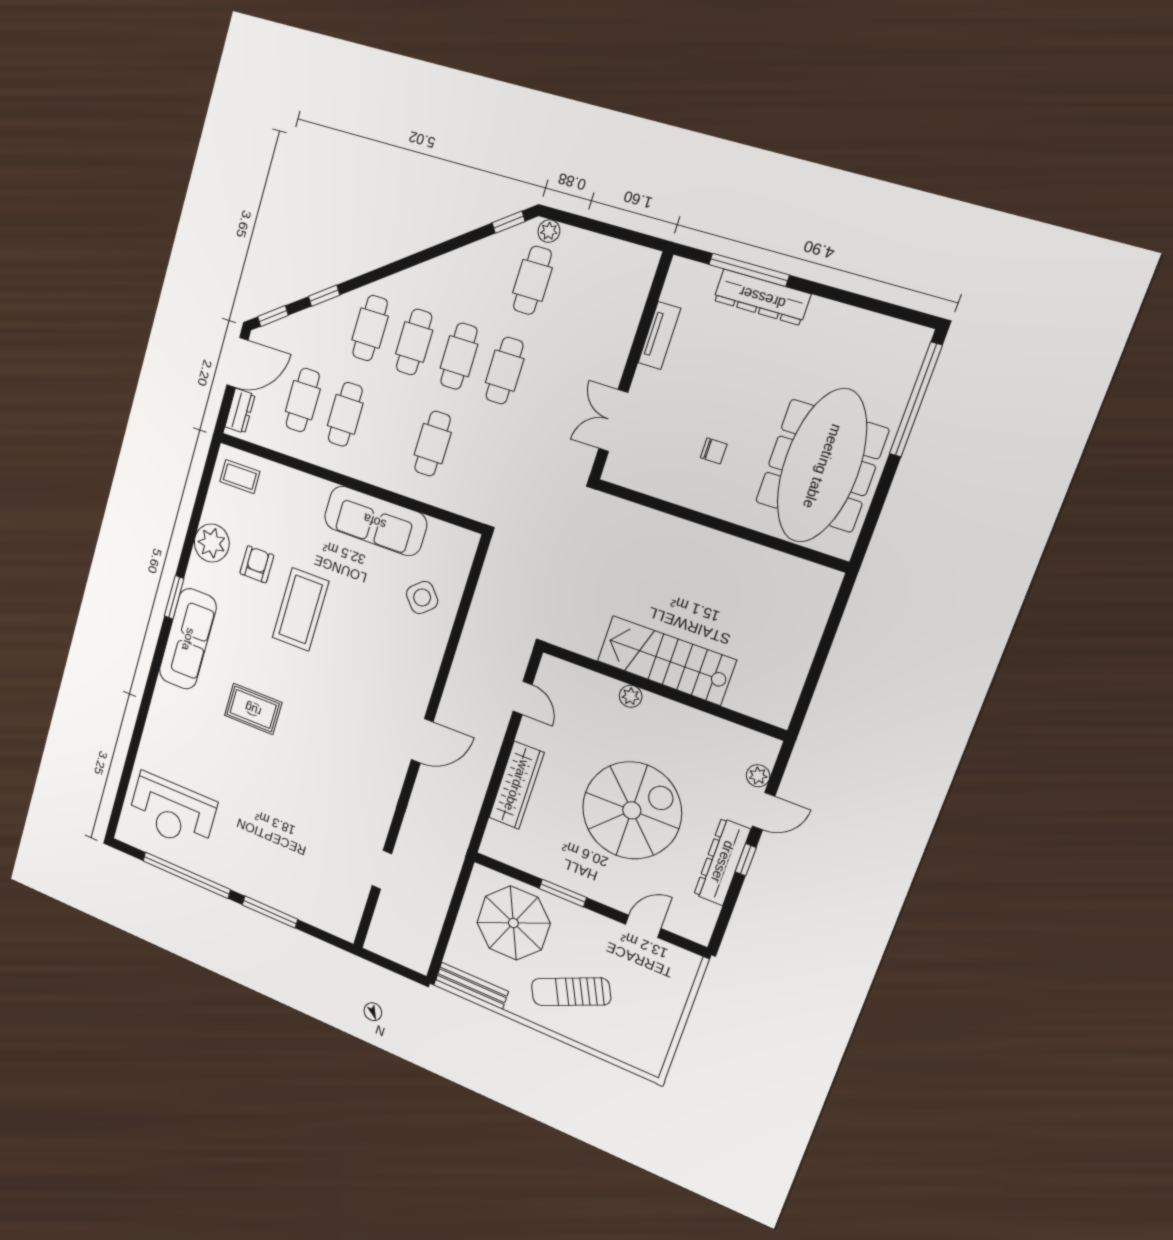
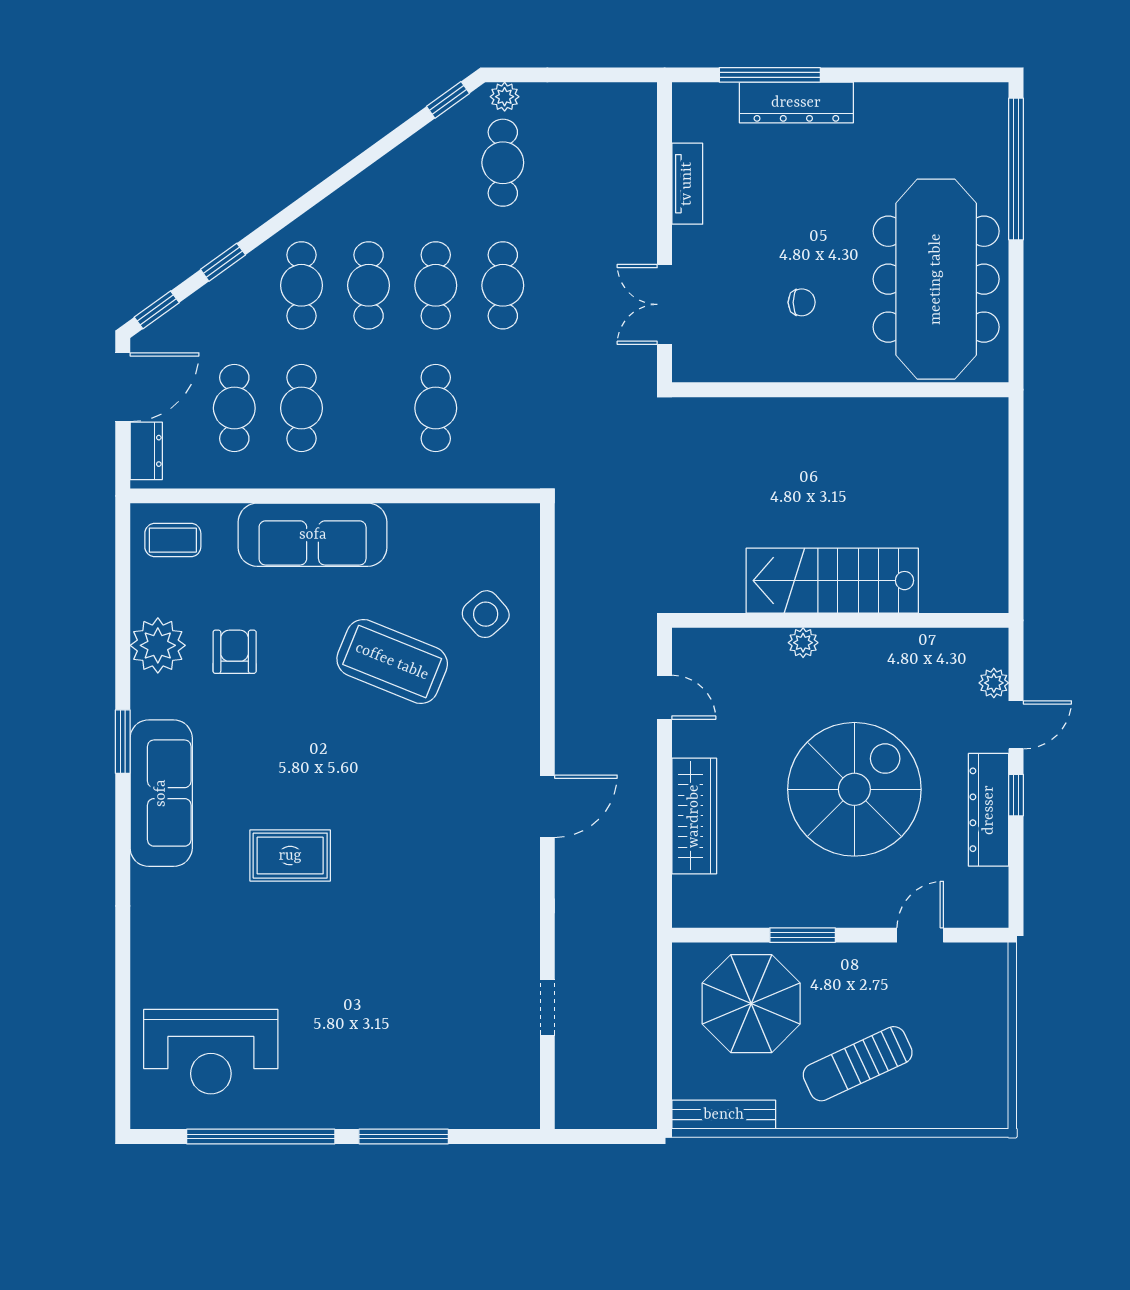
sofa: (375, 521) -> (313, 535), moved
coffee table: (301, 609) -> (392, 662), moved, turned -68

